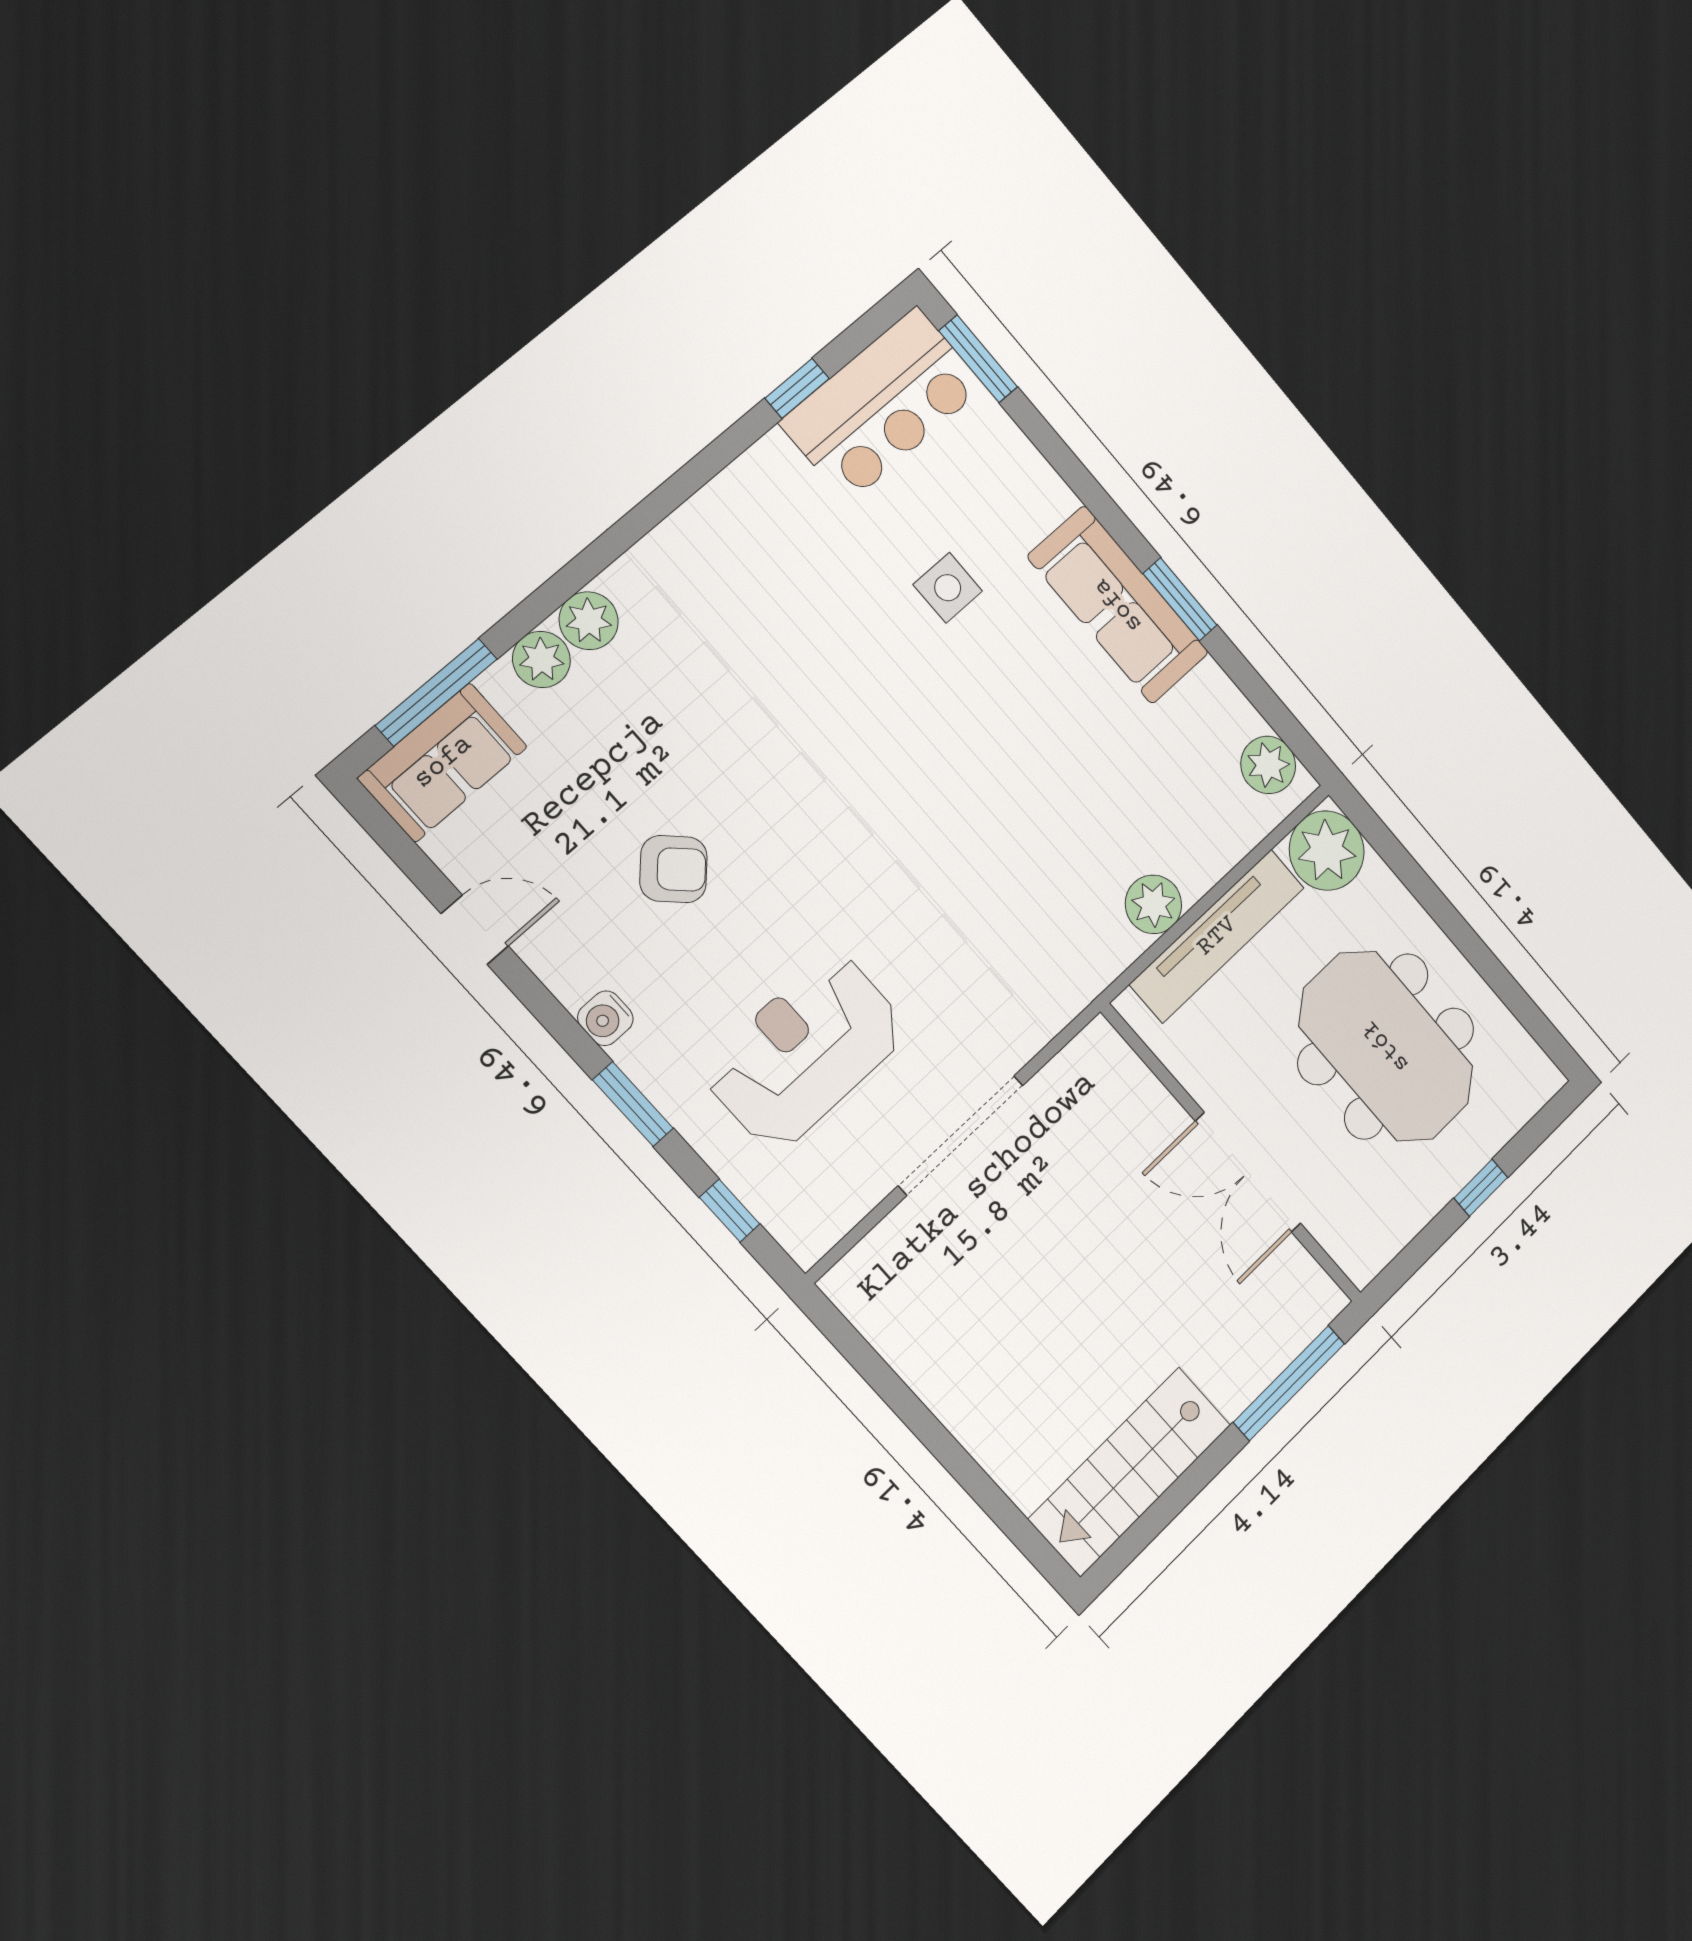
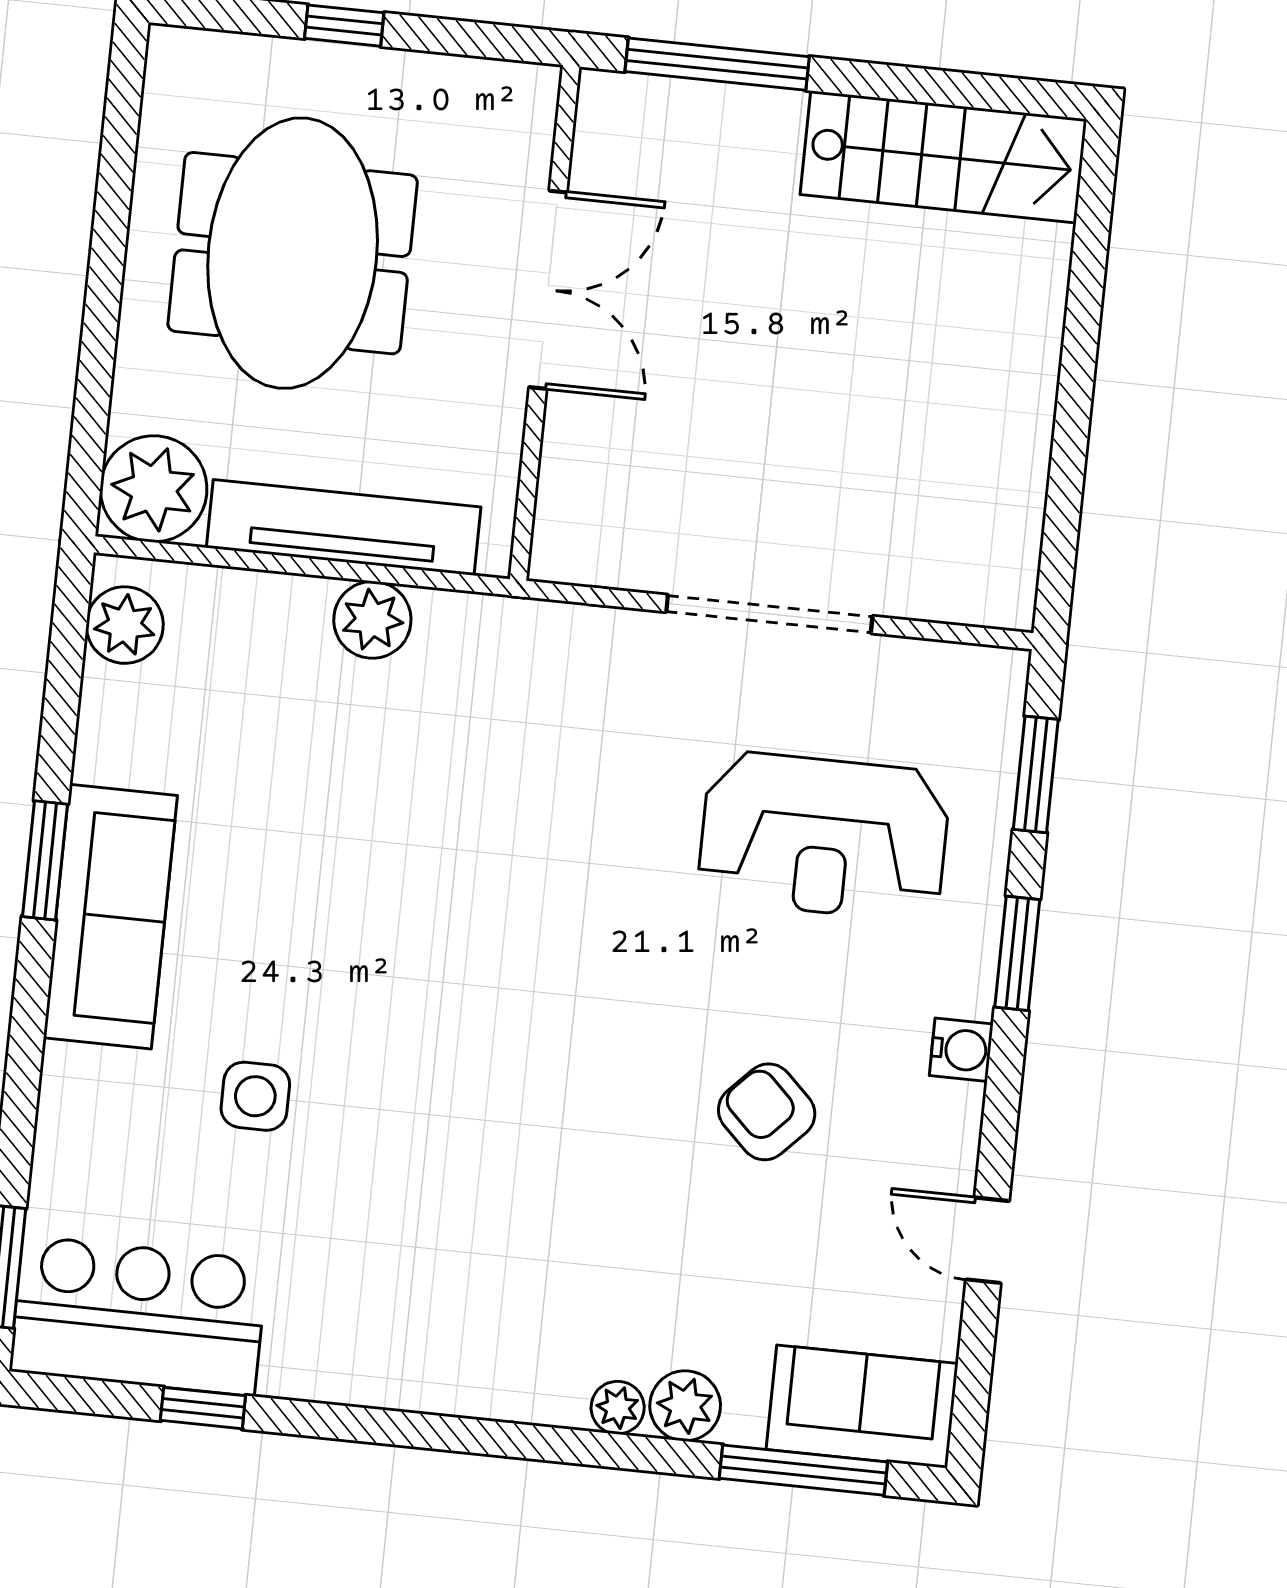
plant: (589, 621) -> (618, 1408), width x0.73, depth x0.73
window: (730, 1211) -> (1036, 774), width x1.50

